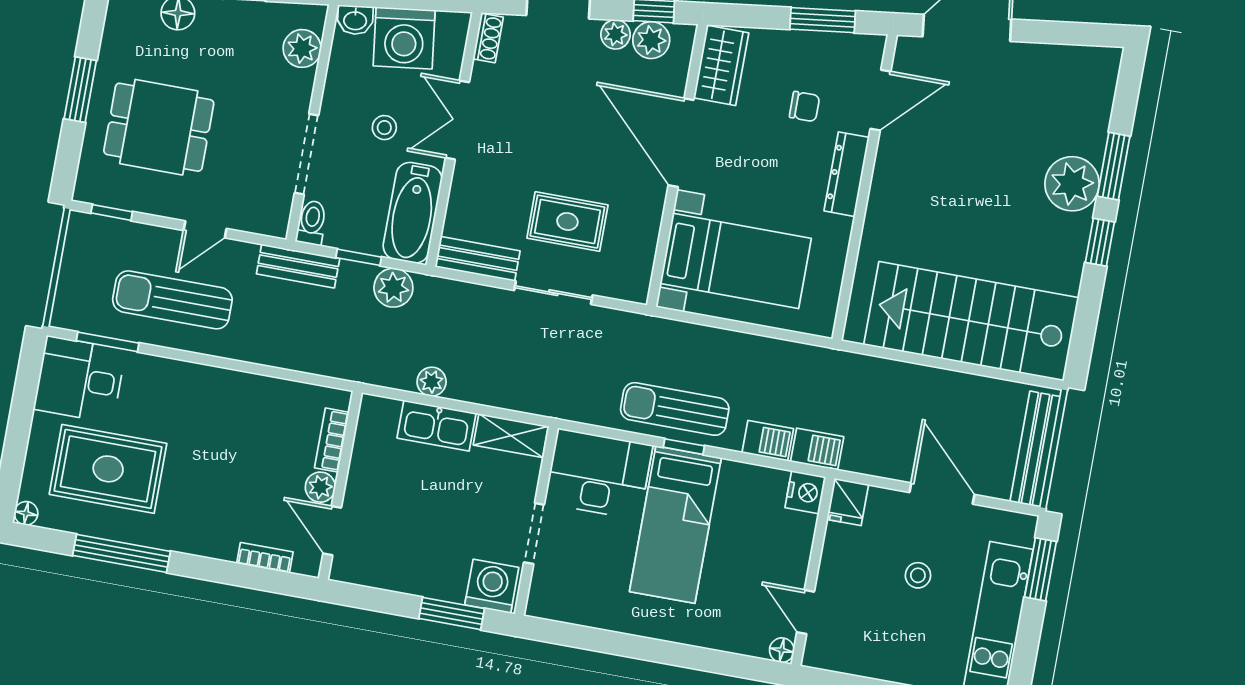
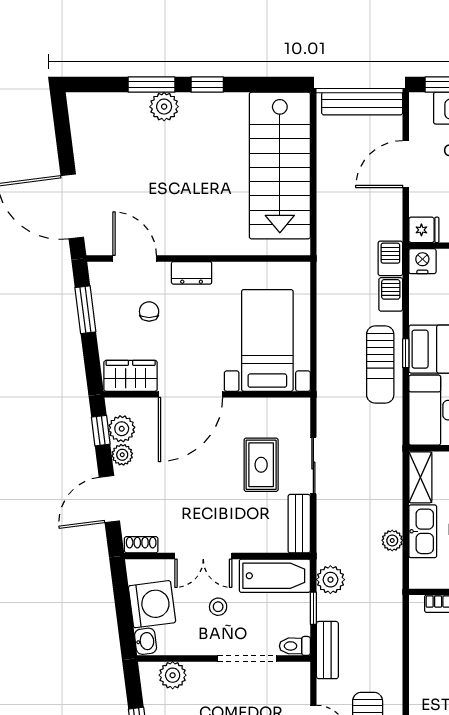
dresser: (847, 174) -> (192, 273), width x0.70
plant: (1072, 184) -> (164, 107), width x0.73, depth x0.73

